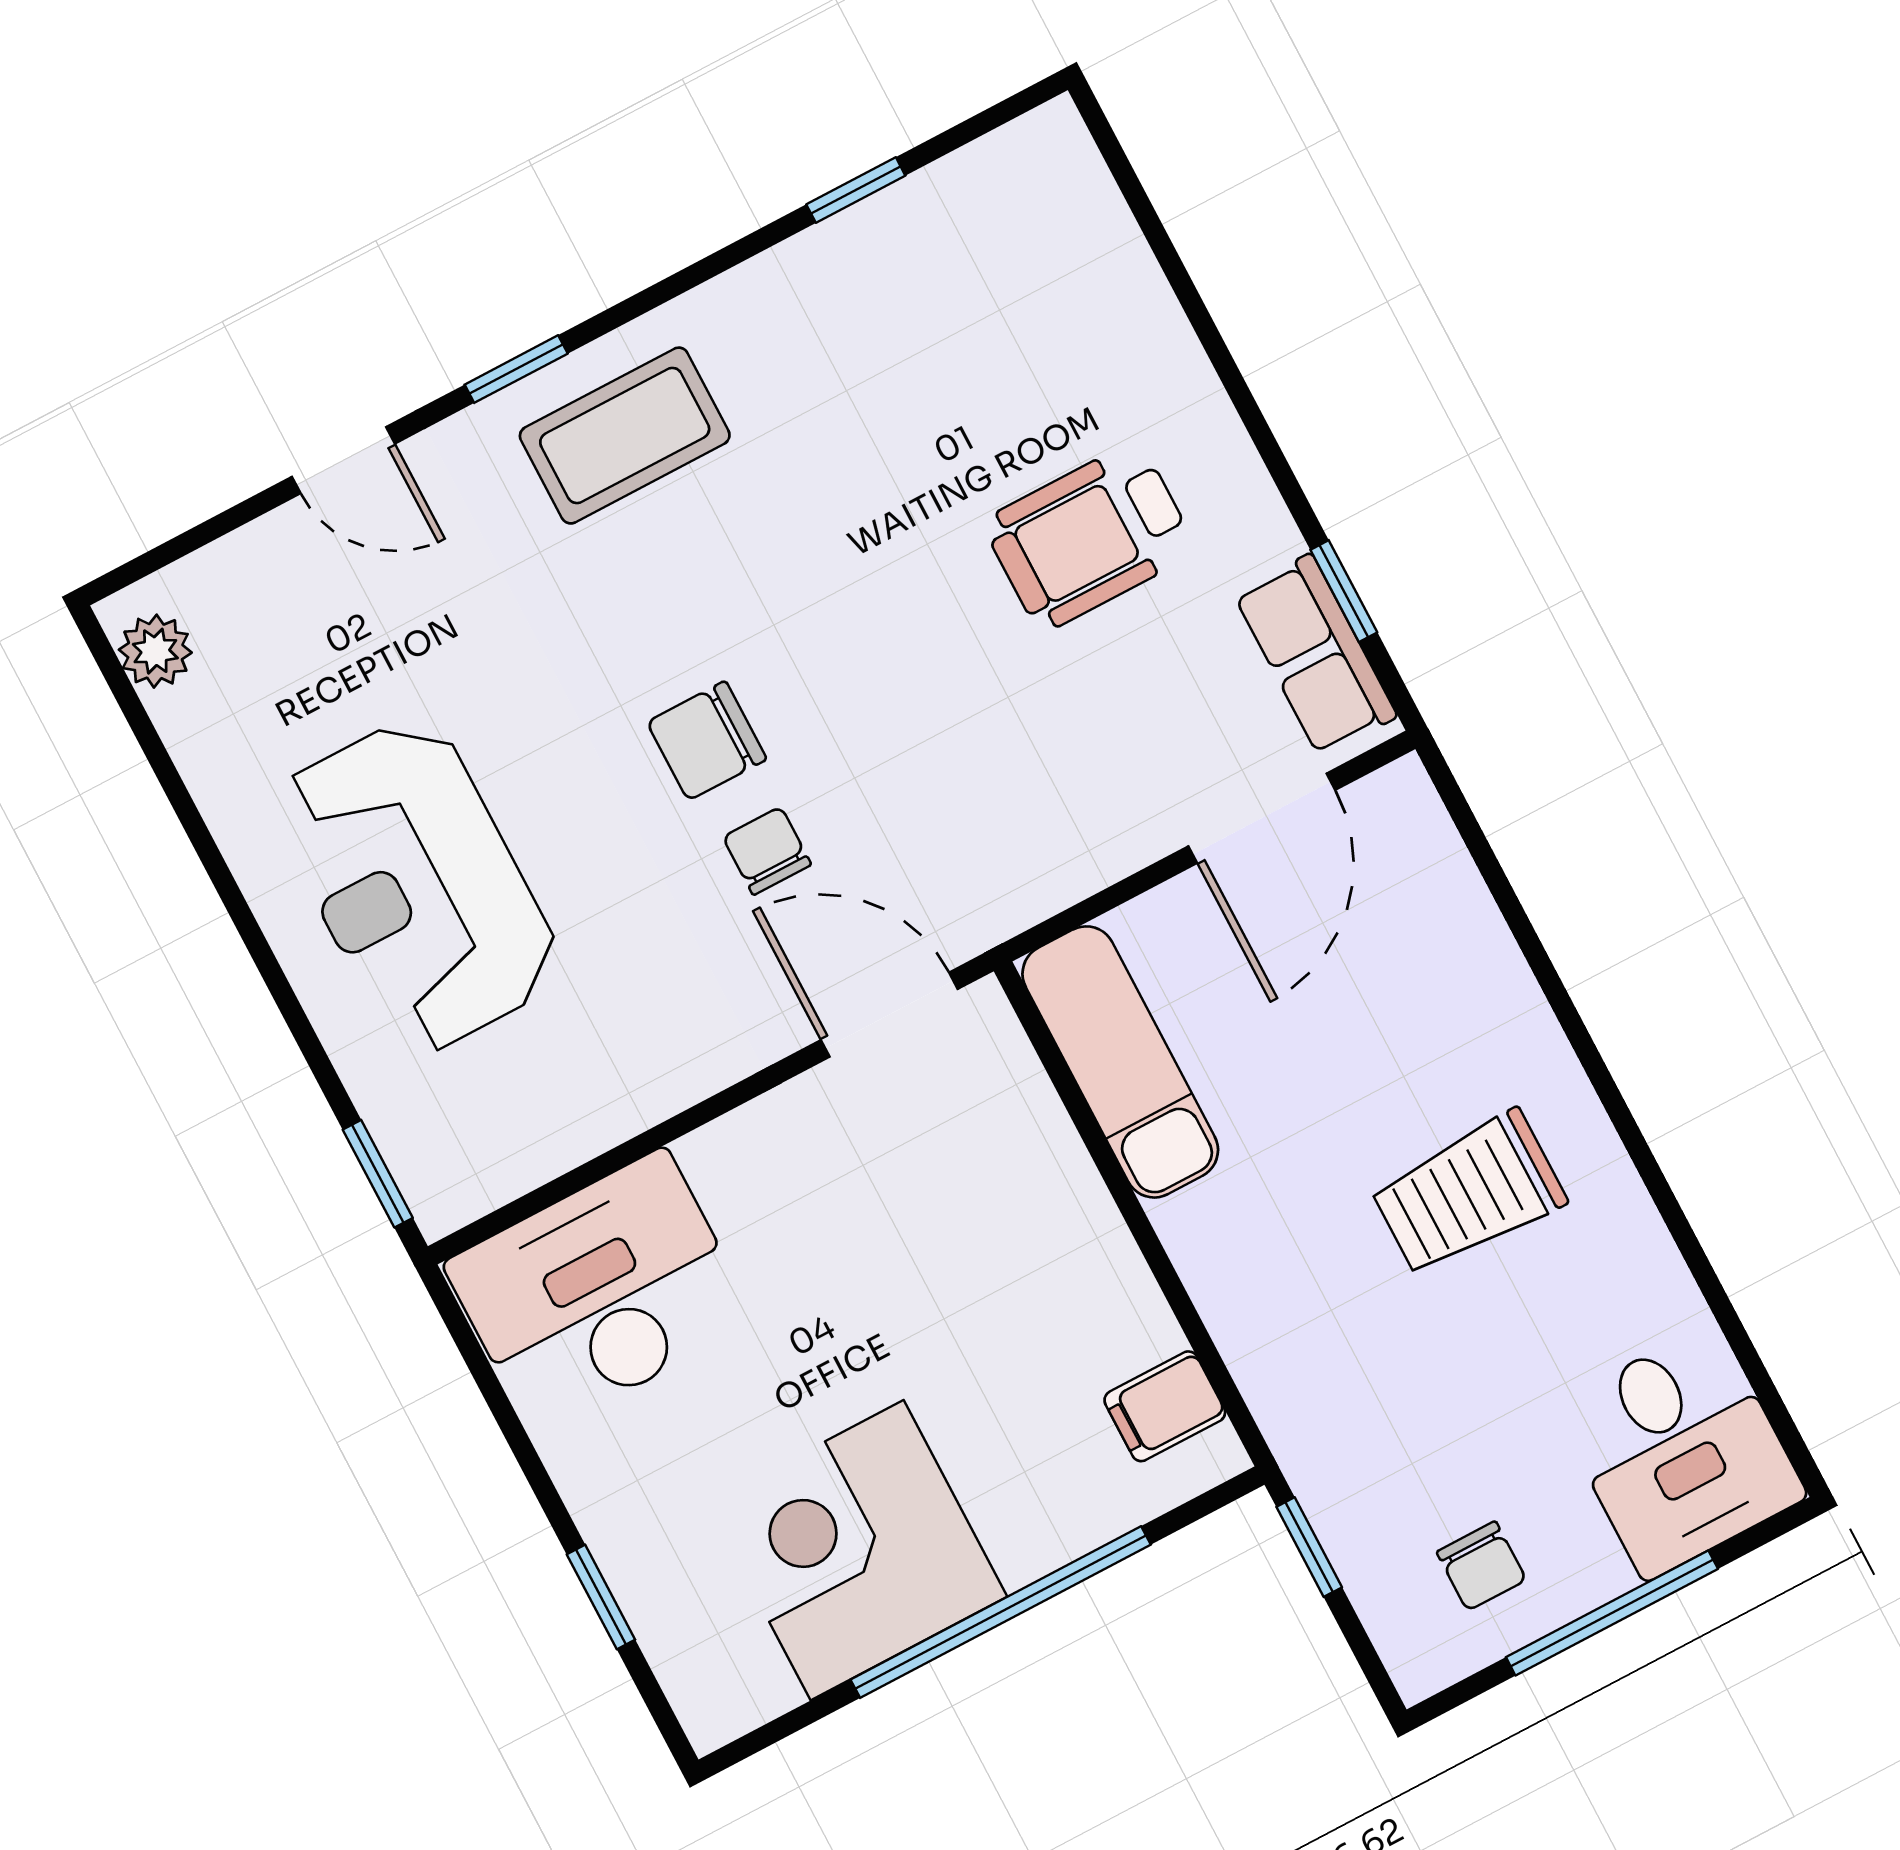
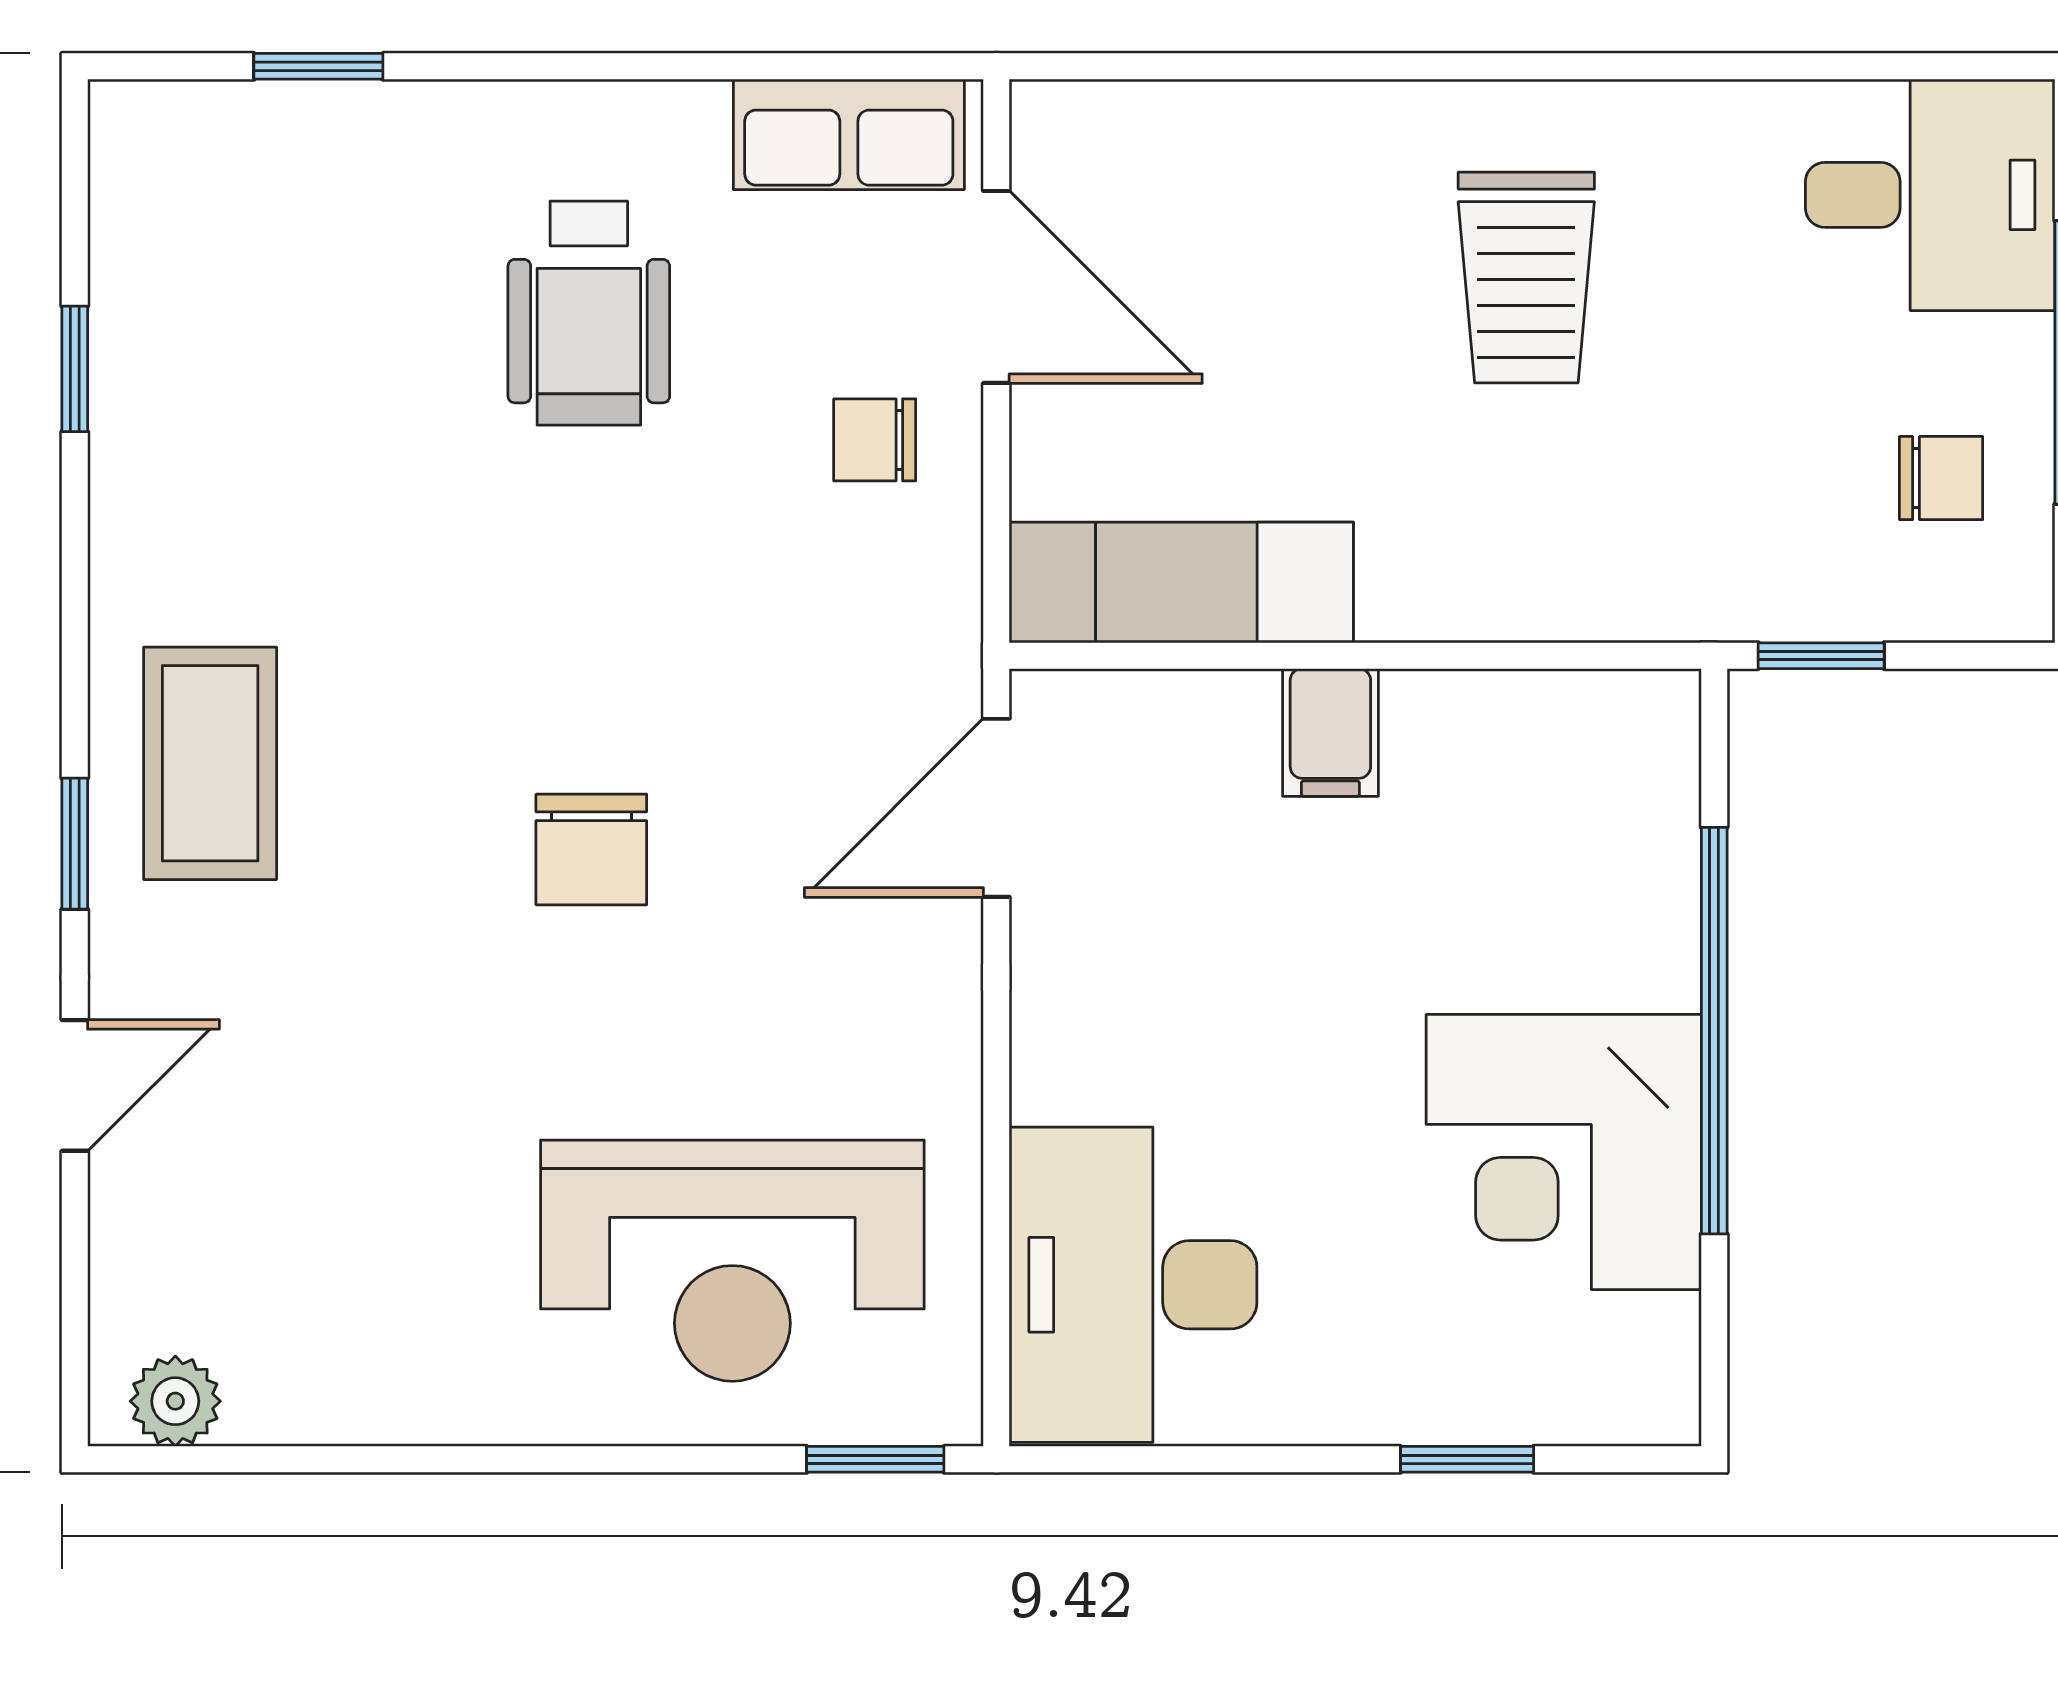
window: (1344, 591) -> (318, 66), moved
chair: (767, 851) -> (875, 440), moved
reception desk: (417, 886) -> (732, 1261), moved
filing cabinet: (1165, 1406) -> (1330, 732), moved

